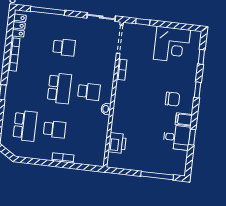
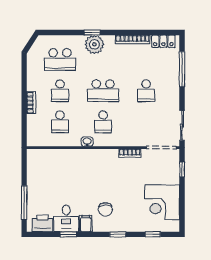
plant: (14, 91) -> (94, 44), added
school desk: (84, 133) -> (60, 122), added
printer: (117, 143) -> (42, 223), moved, turned 180

